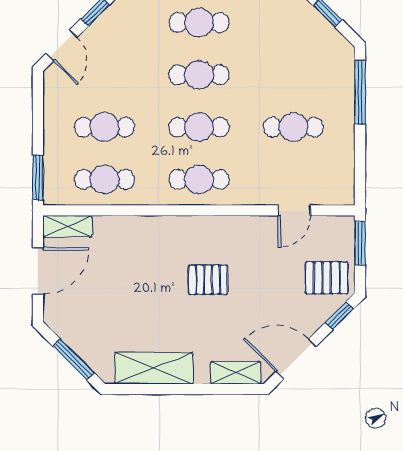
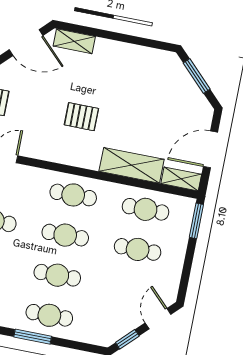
shelving: (154, 368) -> (132, 165), moved

